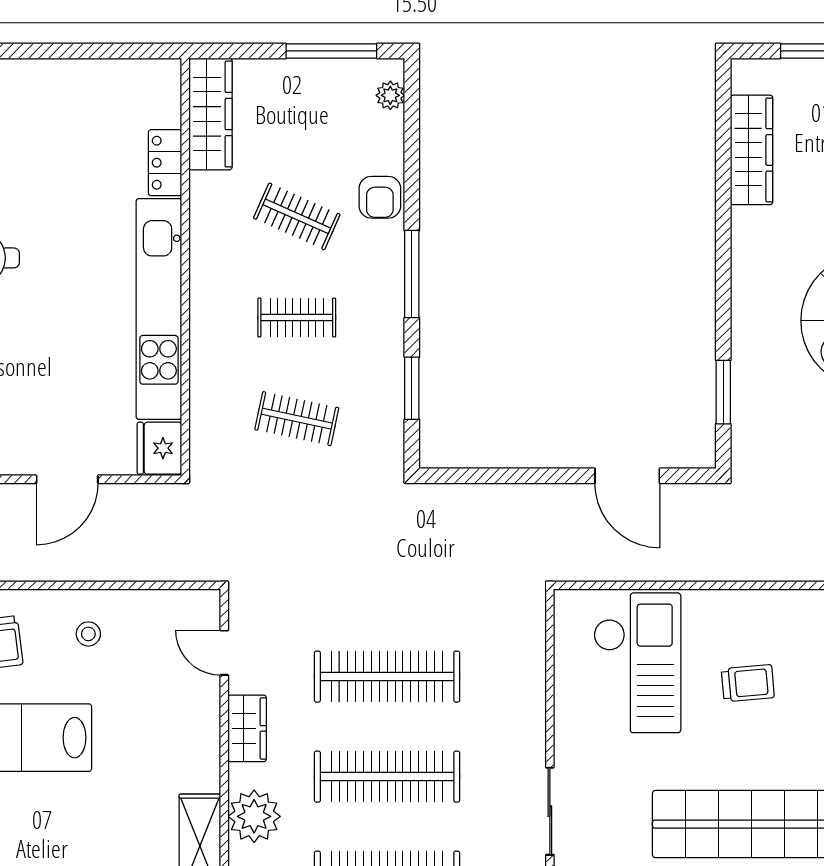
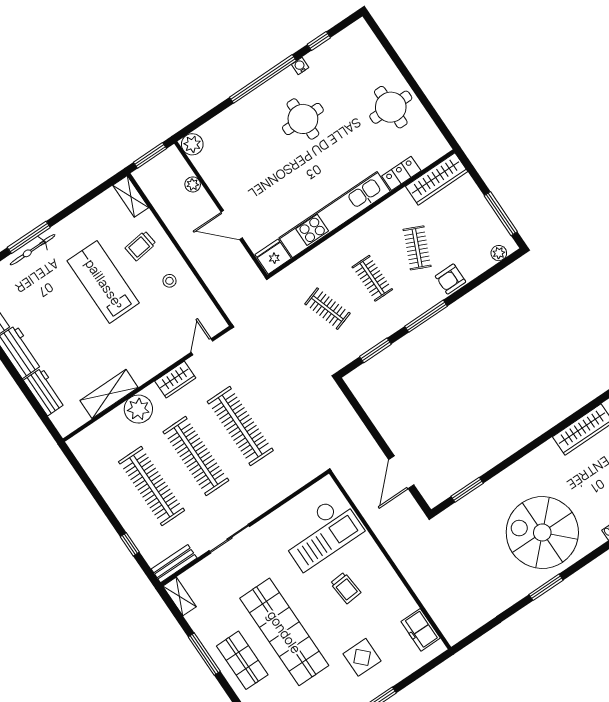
round table: (51, 110) -> (391, 107), added
clothes rail: (297, 419) -> (327, 309), turned -30

